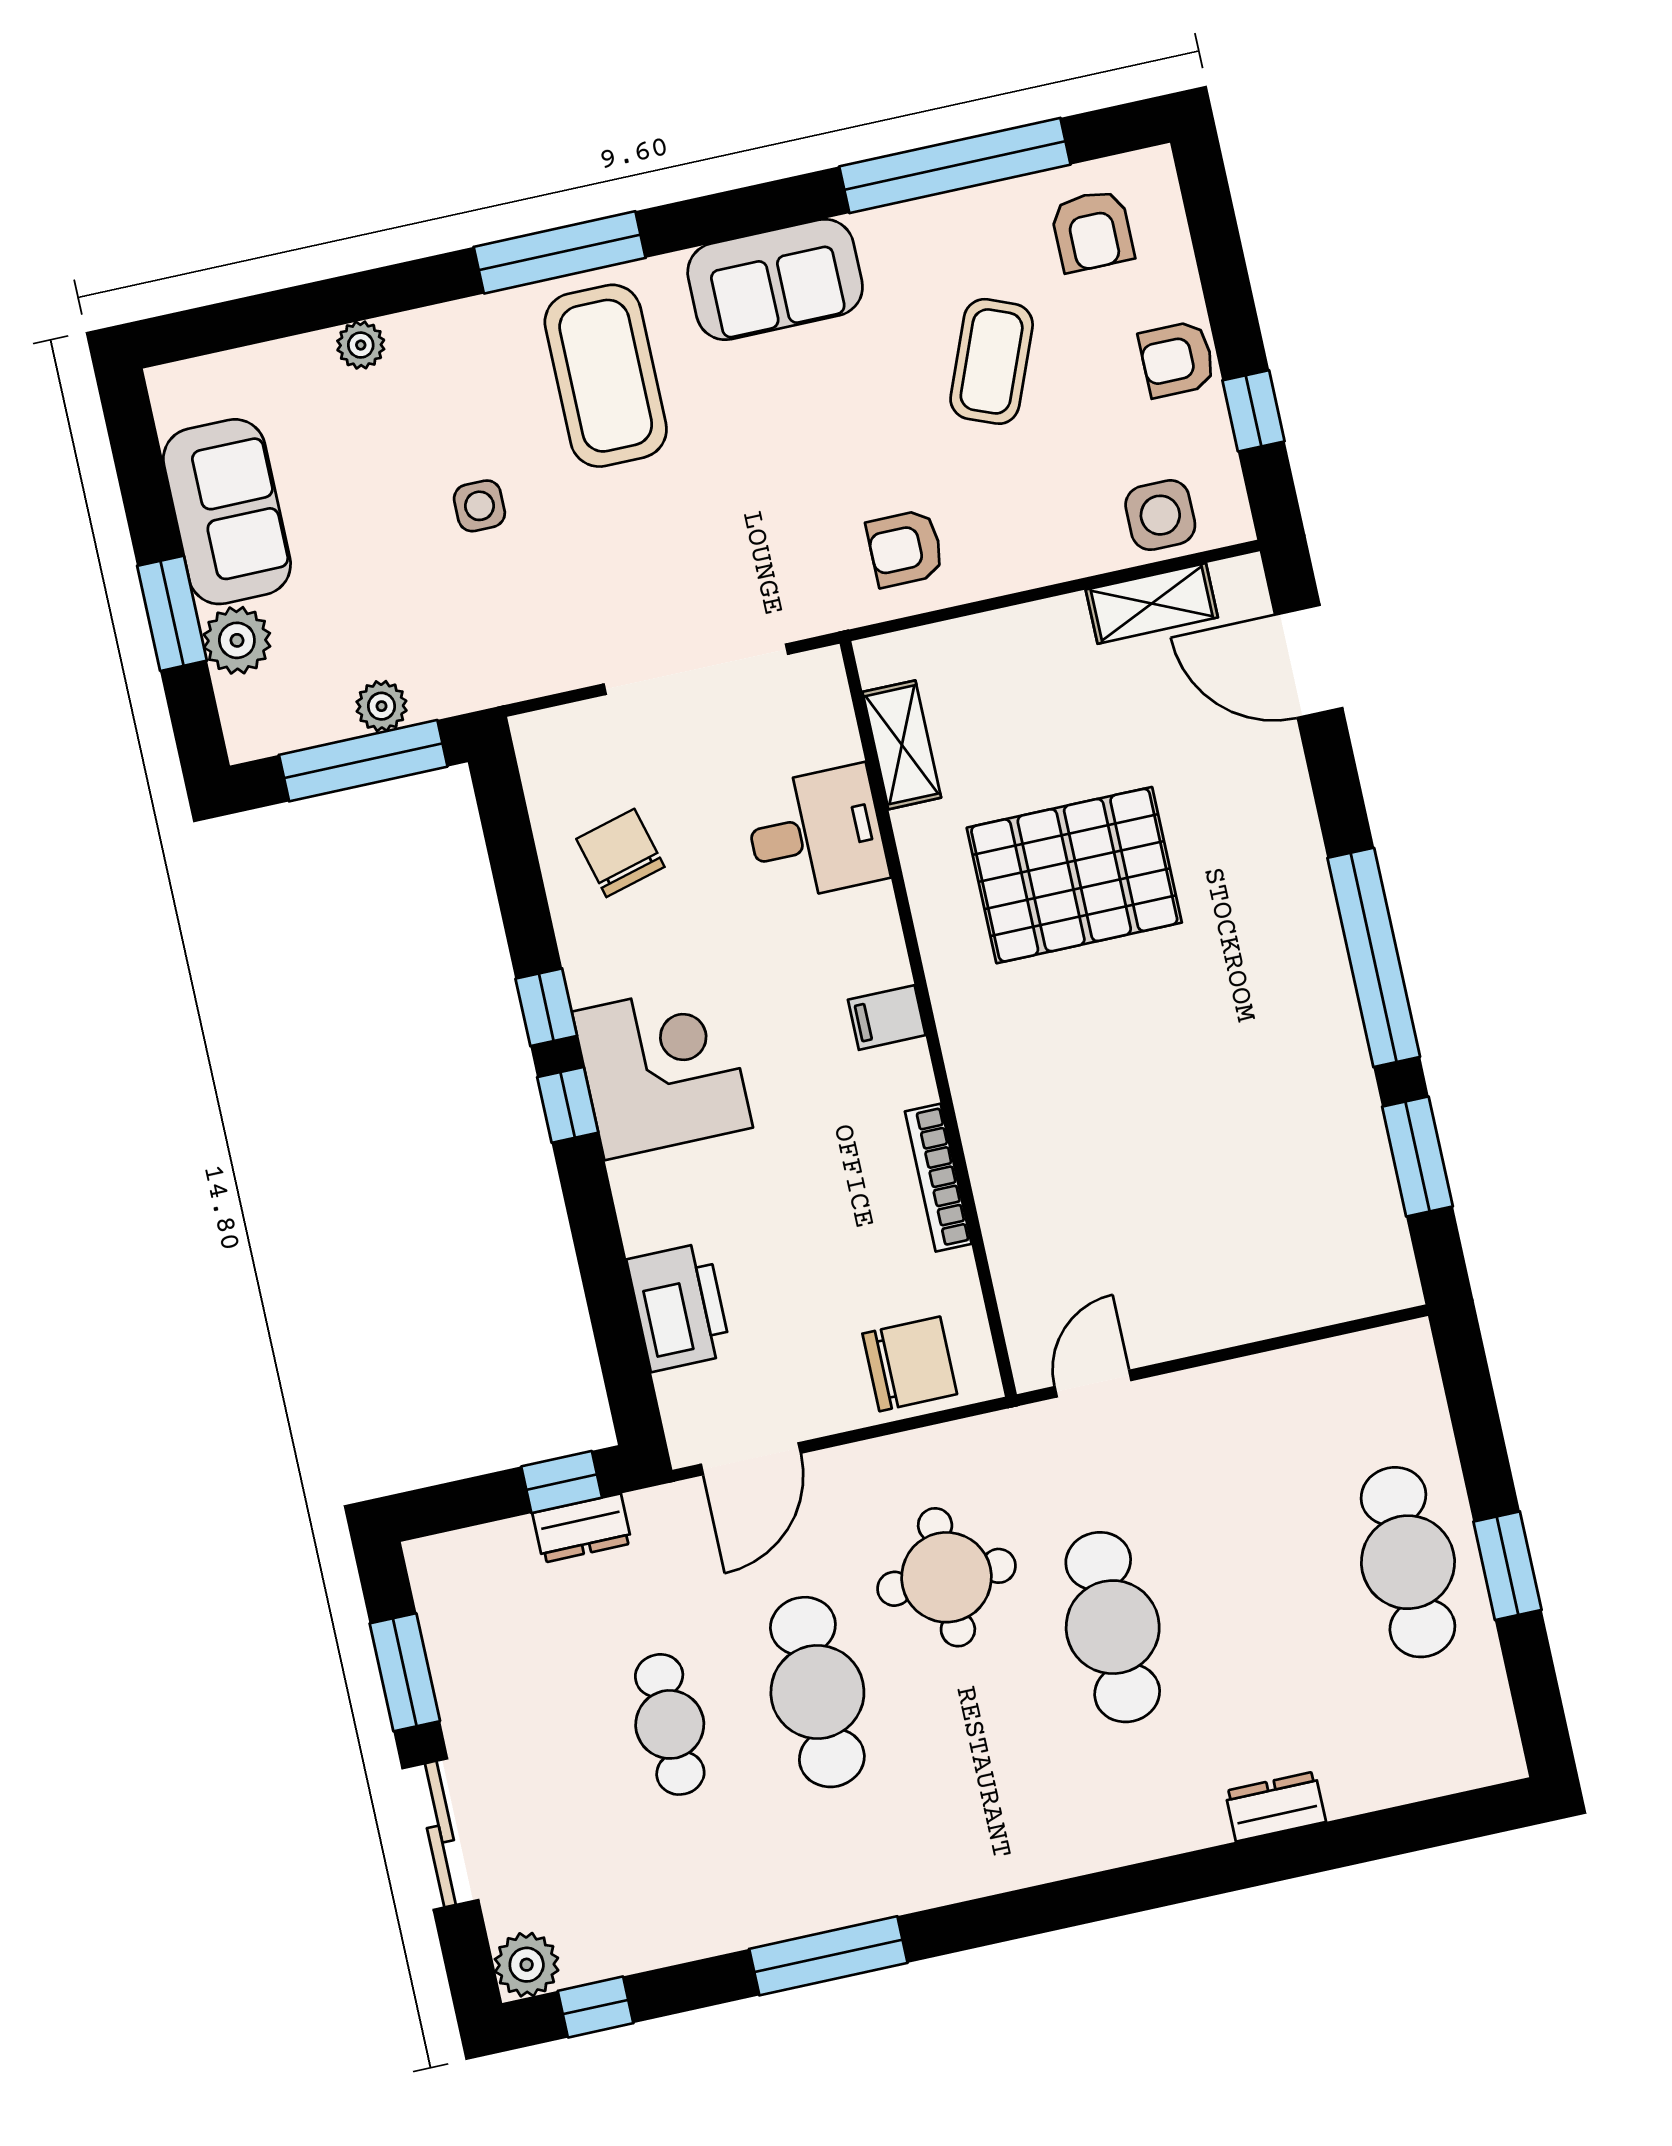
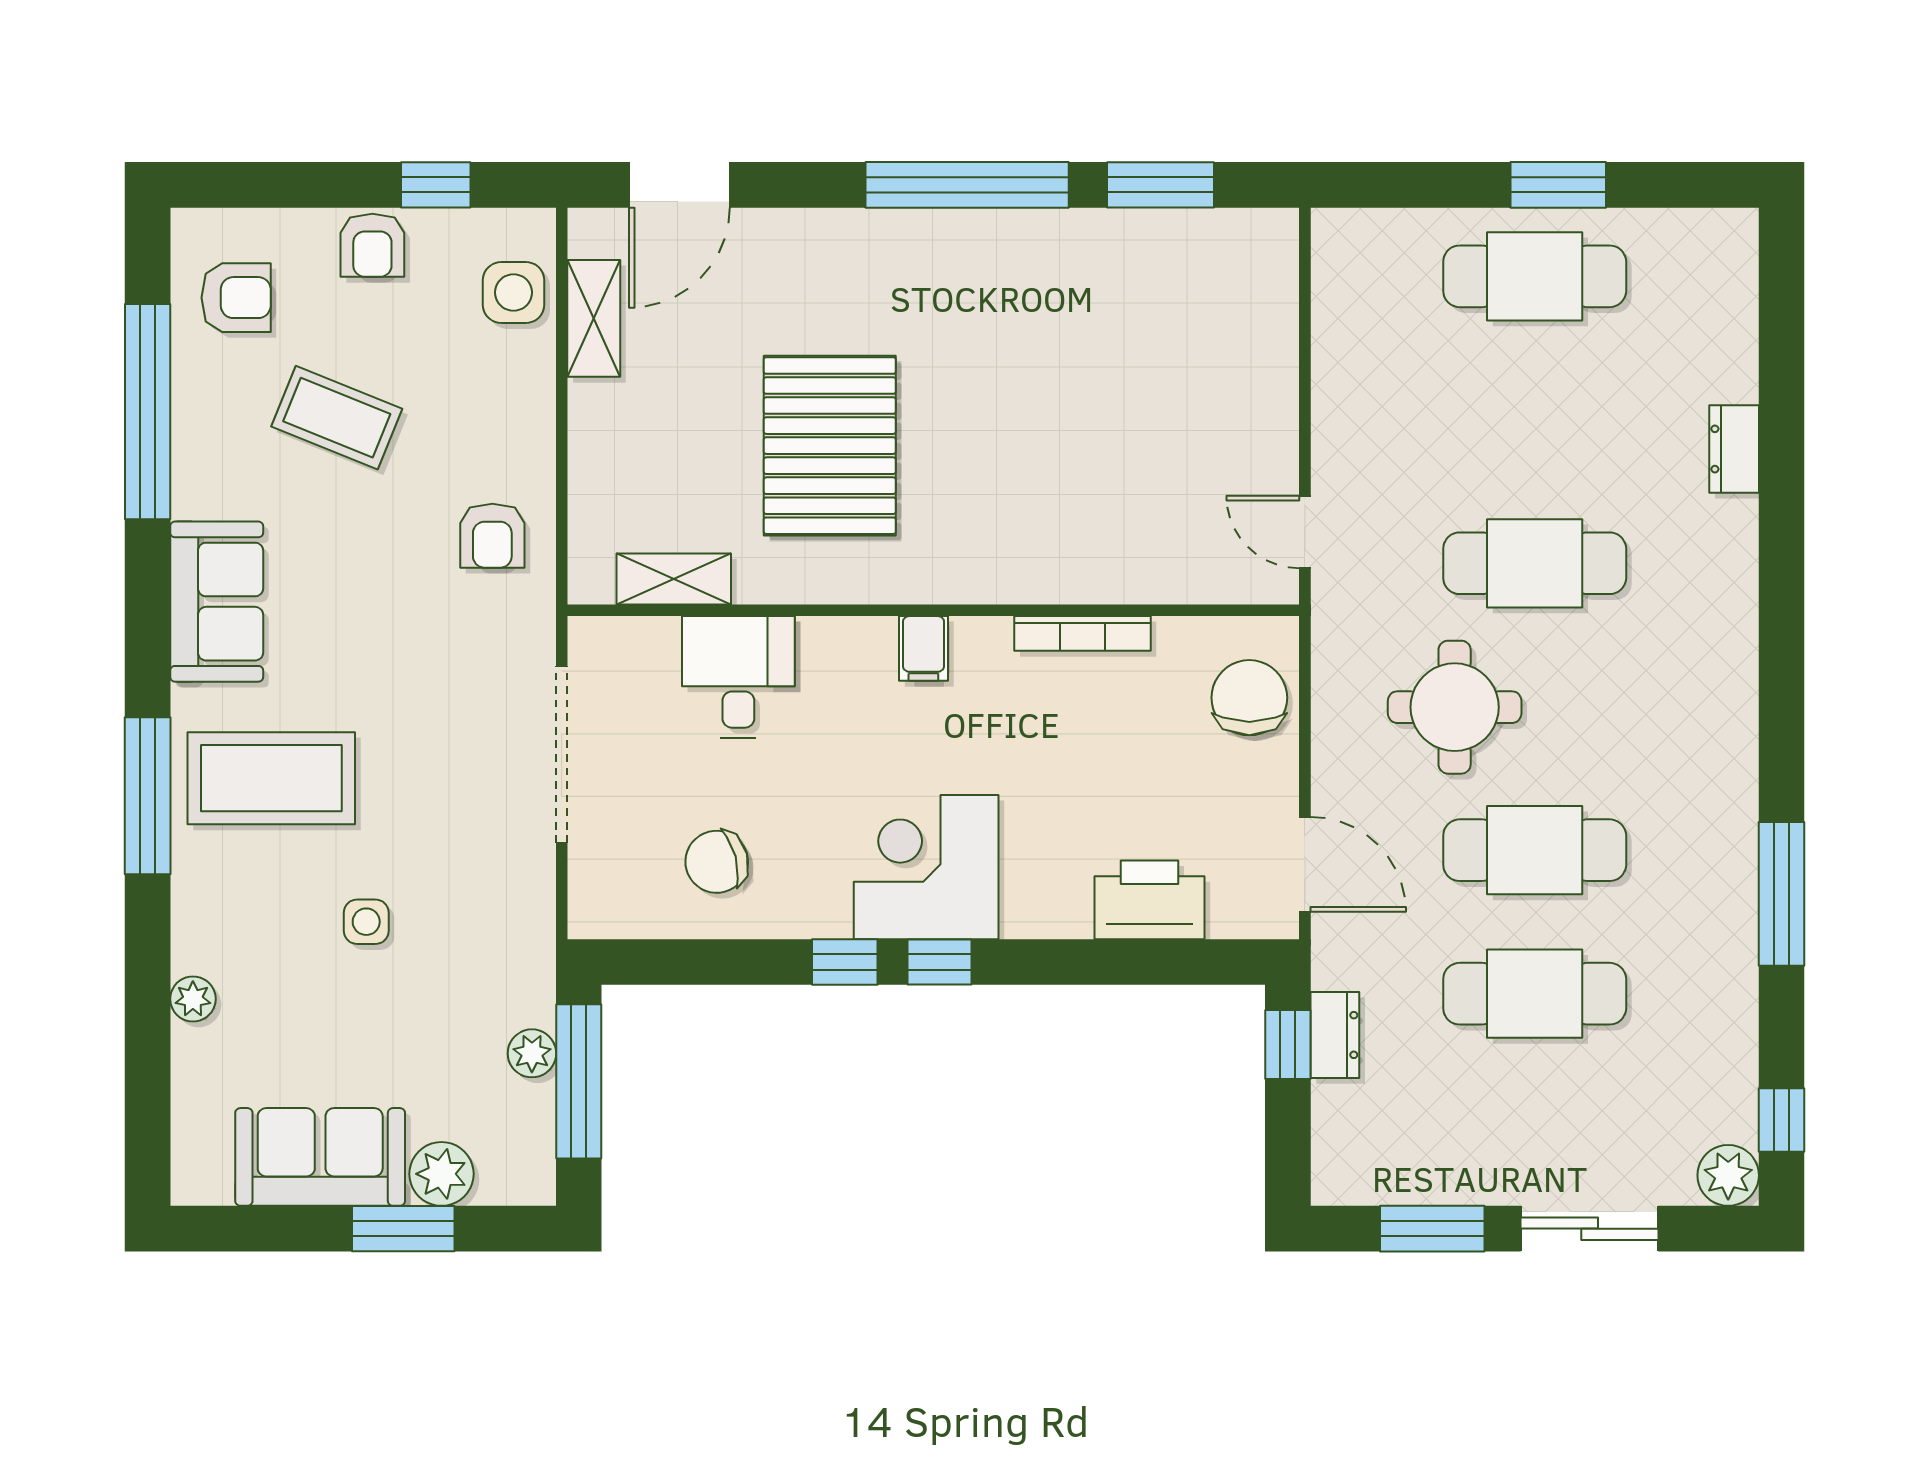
cafe table: (670, 1724) -> (1535, 994), width x1.37, depth x1.35

